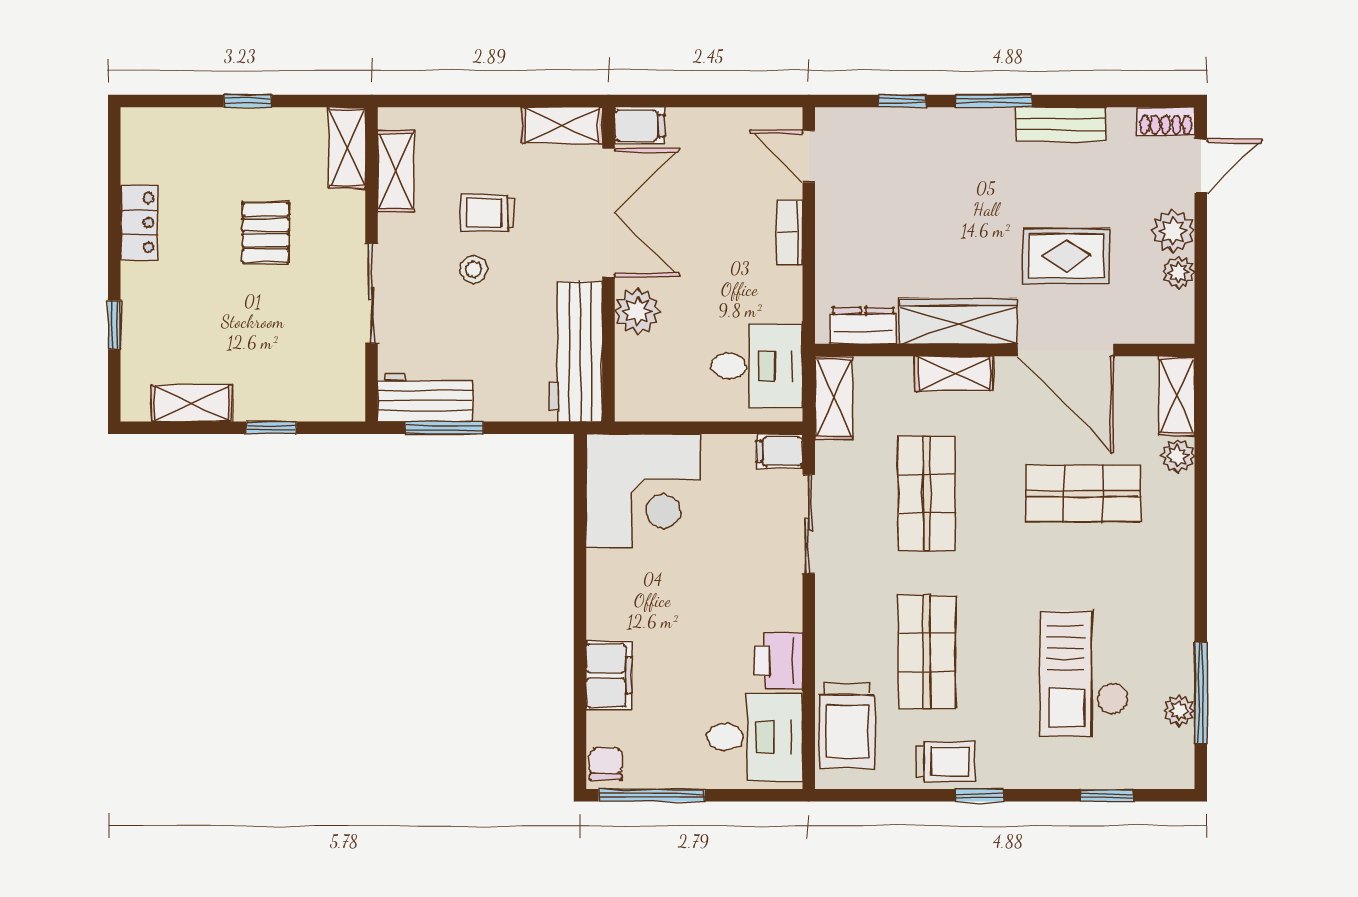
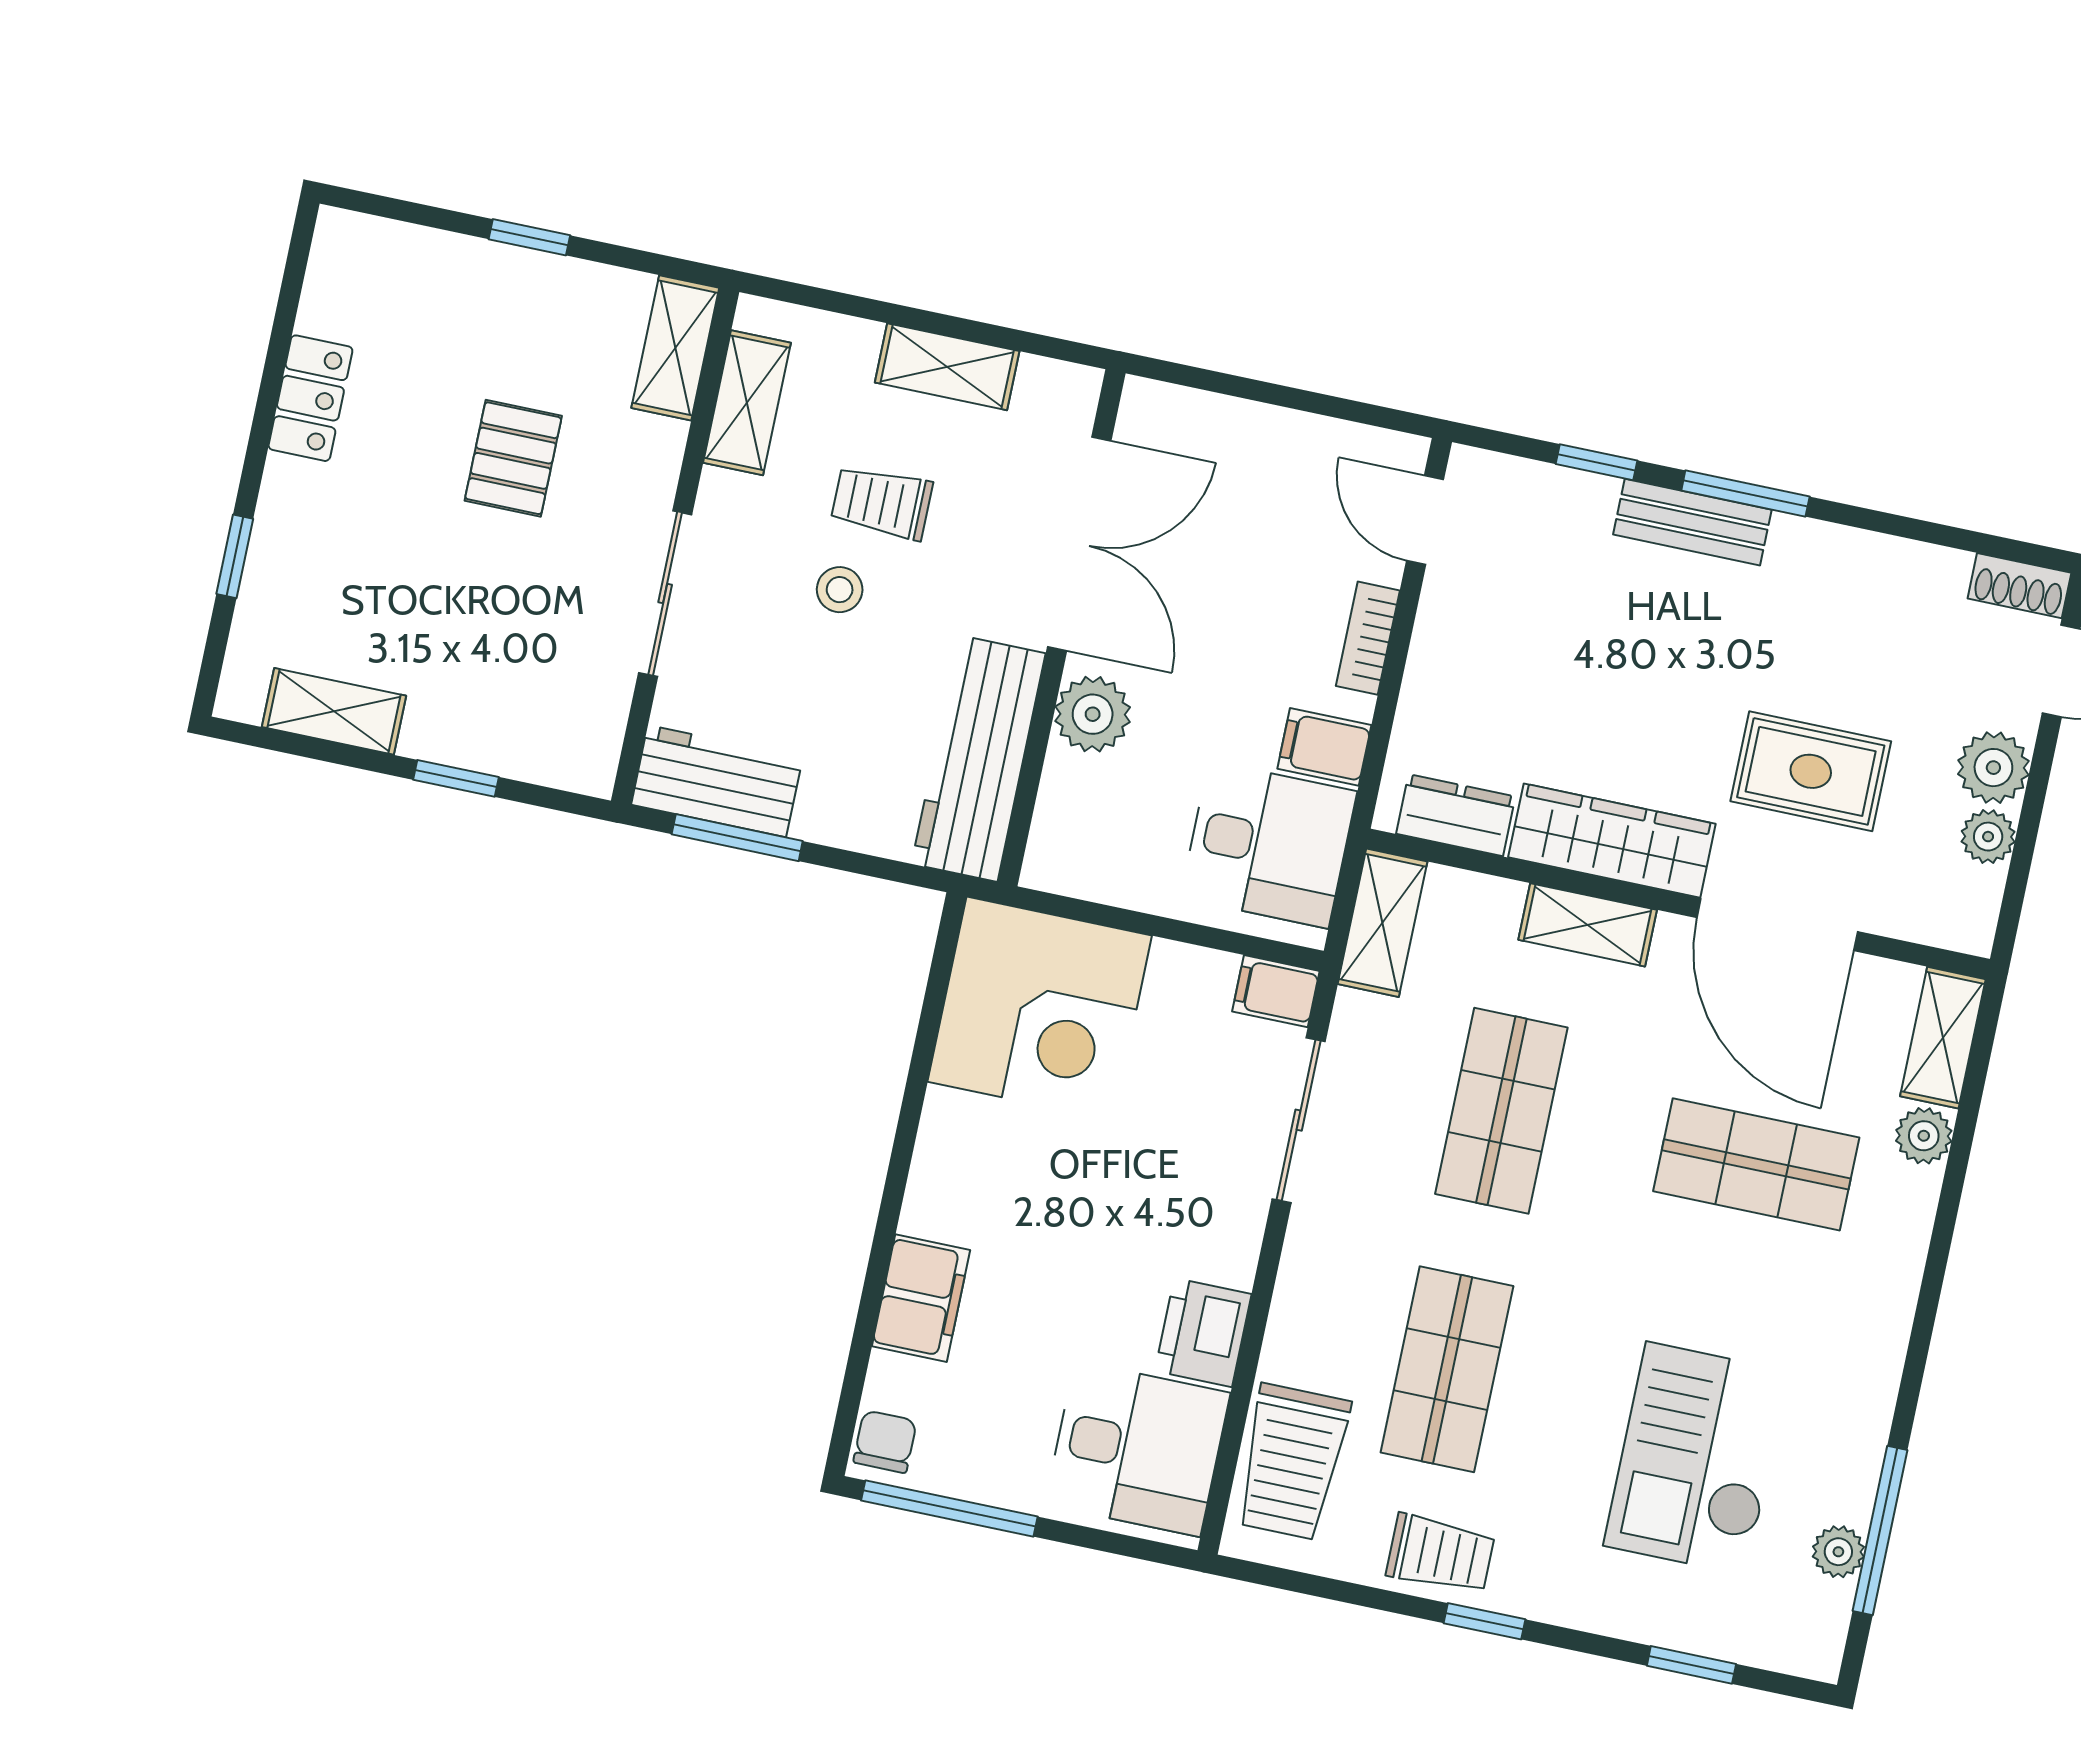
bench: (1061, 124) -> (1692, 522), moved
shelving: (562, 125) -> (947, 367), moved
filing cabinet: (640, 126) -> (1324, 747), moved, turned 180

